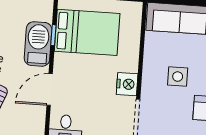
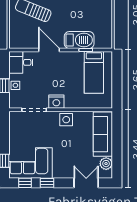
bed: (87, 32) -> (94, 72), width x0.67
side table: (178, 77) -> (66, 120), moved

